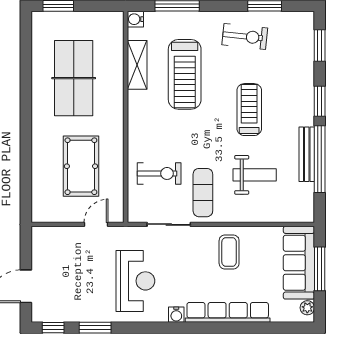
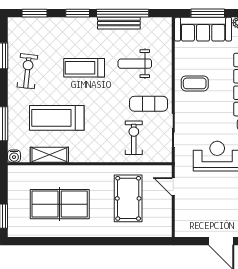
treadmill: (185, 74) -> (57, 118), turned 180
pool table: (81, 166) -> (128, 198), turned 90
weight bench: (255, 175) -> (135, 64), turned -90

